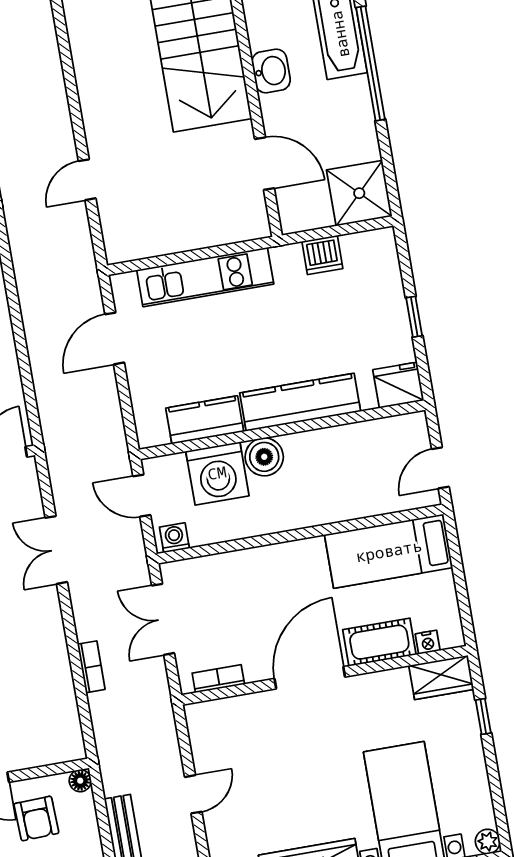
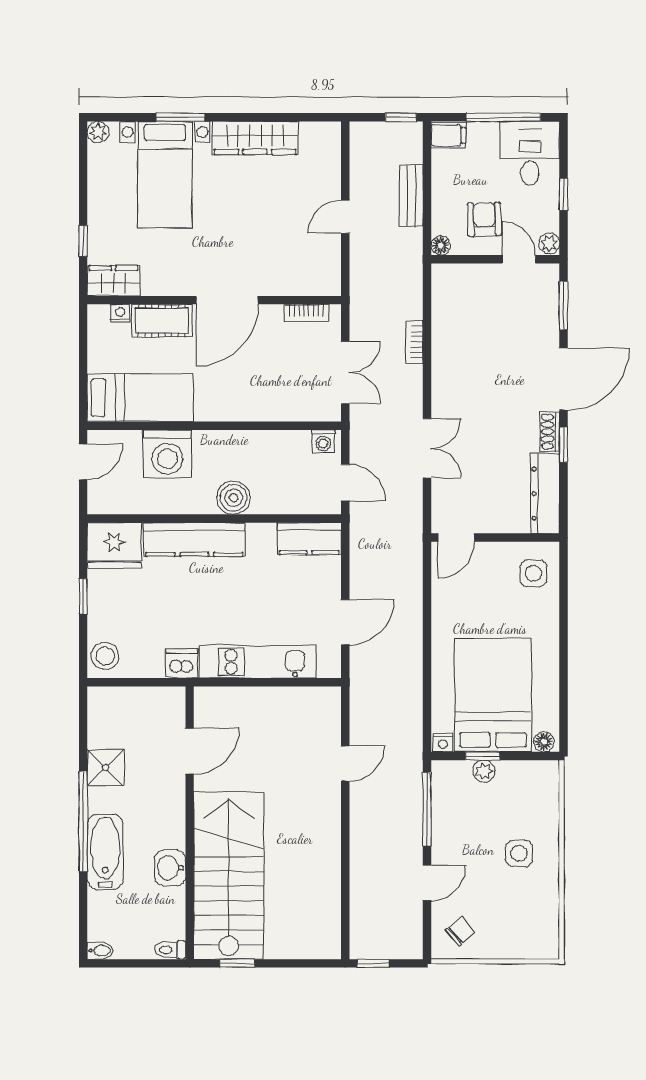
washbasin: (271, 71) -> (170, 868), moved
door: (265, 164) -> (190, 751), swing flipped
shower: (359, 193) -> (106, 768), moved, width x0.73, depth x0.73
stool: (378, 254) -> (105, 656), added
dishwasher: (322, 255) -> (182, 663), moved
fridge: (398, 385) -> (114, 545), width x1.36, depth x1.34
kitchen counter: (205, 420) -> (309, 539), moved
washing machine: (217, 473) -> (167, 454), moved, turned 180

